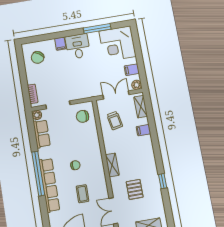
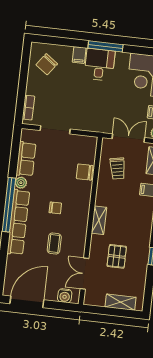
window: (97, 29) -> (105, 46), moved
plant: (37, 115) -> (21, 183), moved
chair: (83, 116) -> (85, 172), moved

